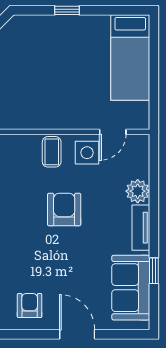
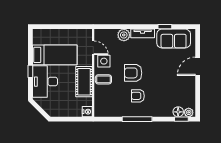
desk: (47, 39) -> (45, 82), added
bed: (130, 58) -> (55, 55), moved
cot: (47, 114) -> (84, 82), added
armchair: (30, 306) -> (138, 96), moved

